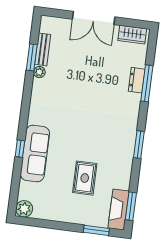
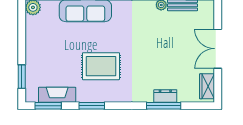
window: (139, 145) -> (92, 106), moved
rug: (85, 178) -> (101, 66), moved, width x1.36, depth x1.43
fireplace: (119, 210) -> (57, 95), moved

